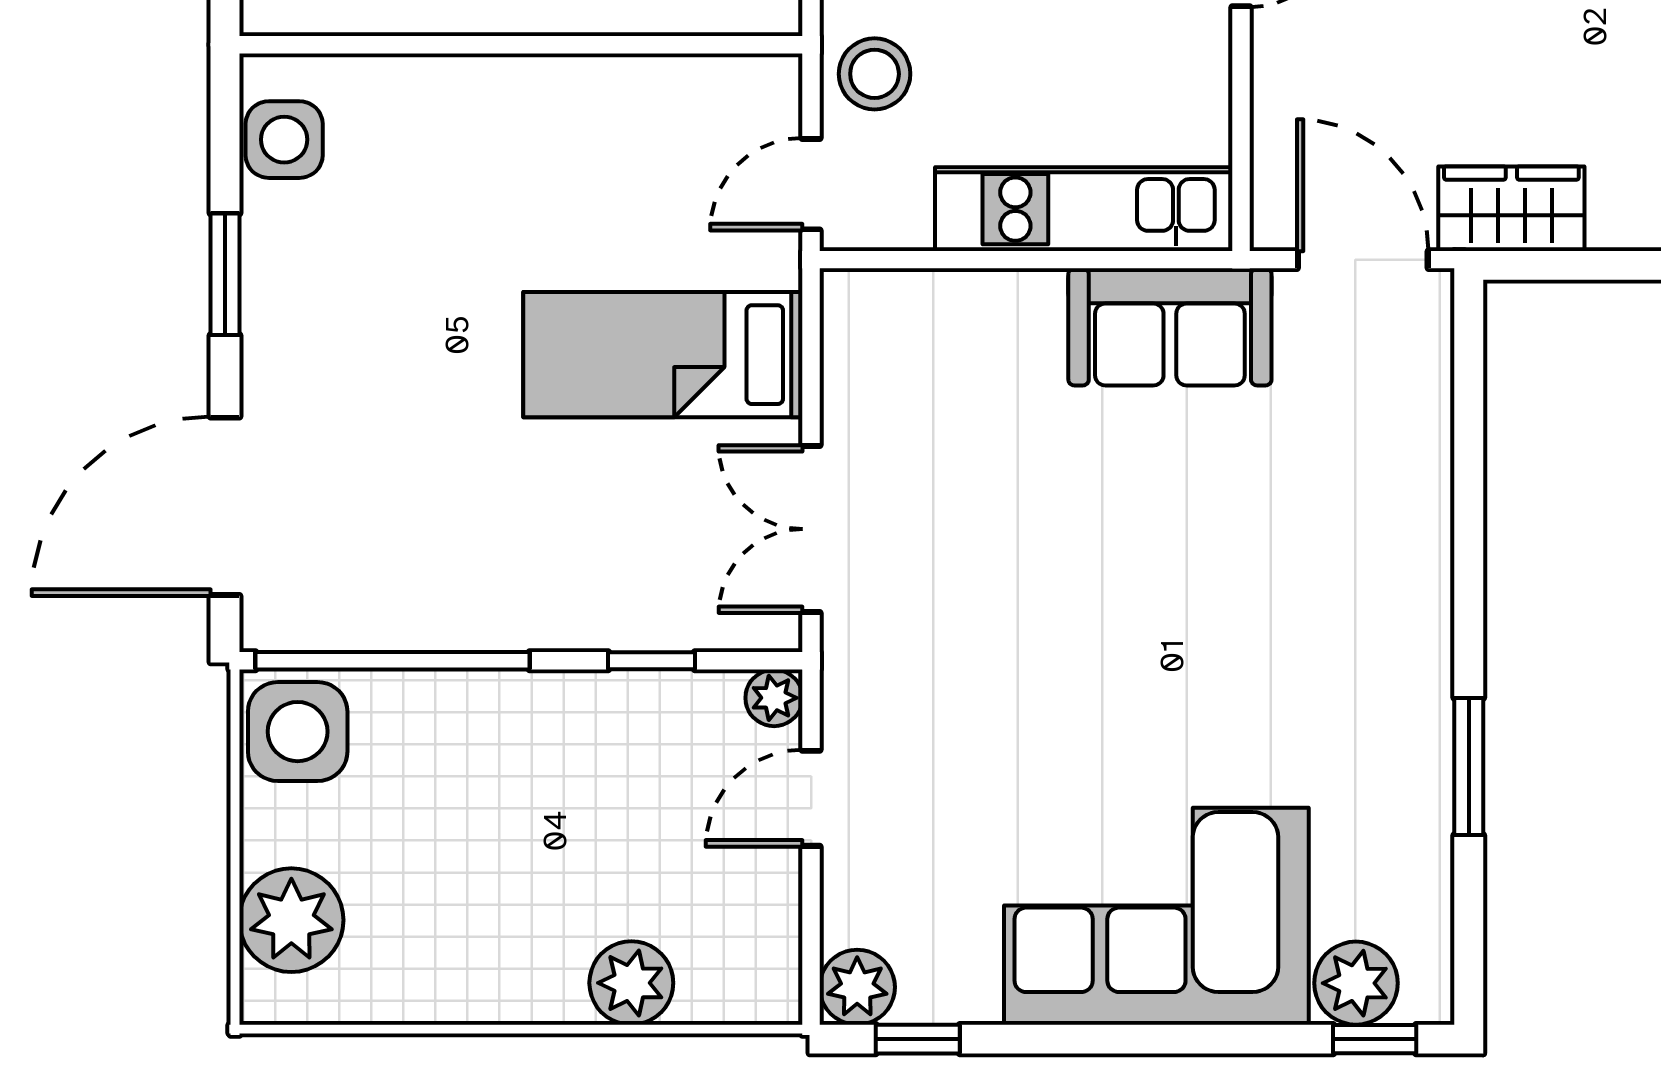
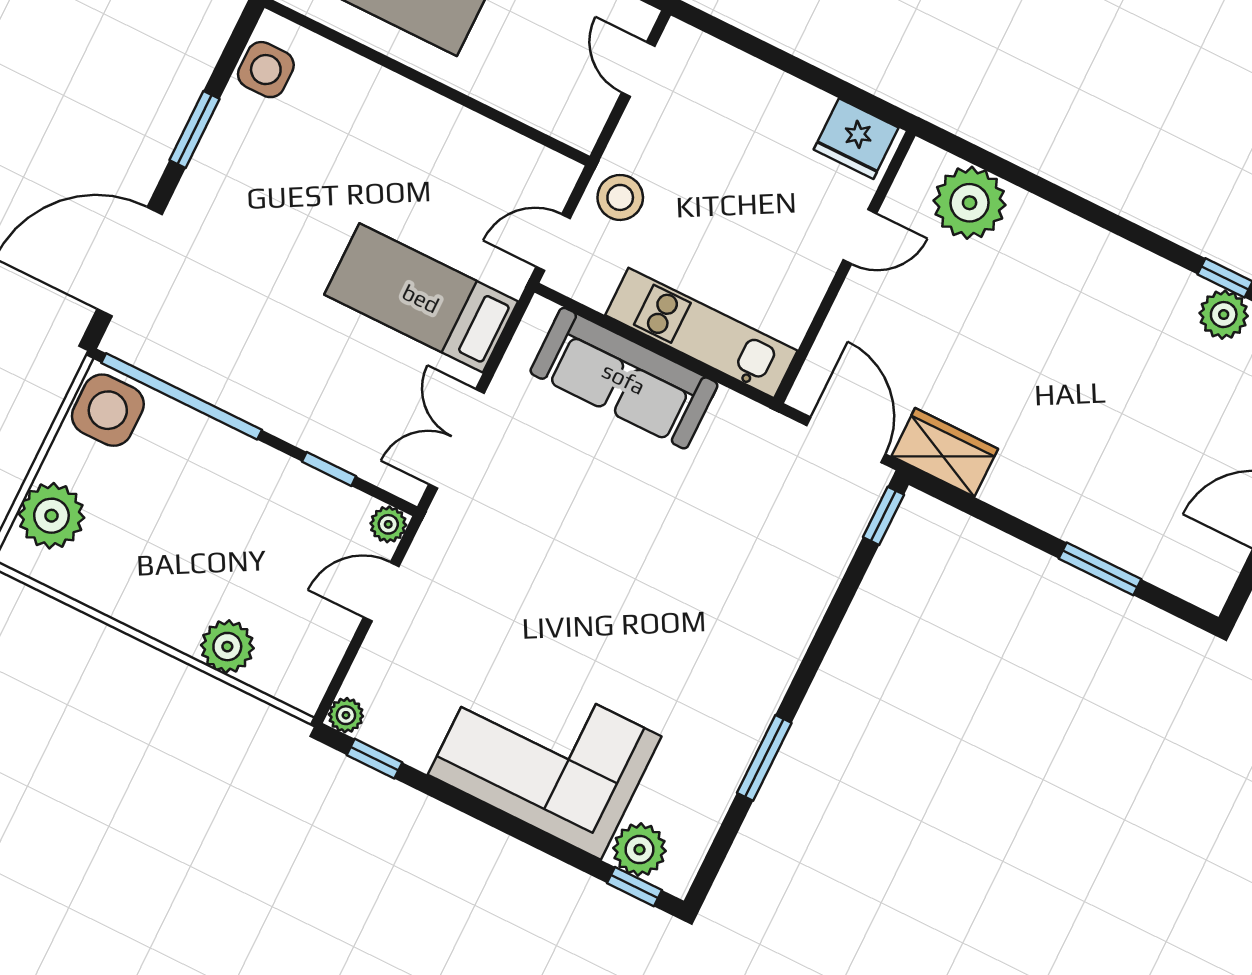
sofa: (1170, 327) -> (624, 378), moved, width x1.36
window: (1469, 341) -> (883, 516), added
plant: (857, 987) -> (346, 715), width x0.73, depth x0.73

